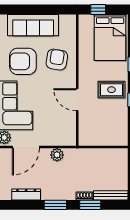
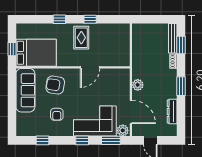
sofa: (33, 25) -> (25, 90), moved
bed: (110, 38) -> (36, 53), moved
armchair: (23, 61) -> (57, 114), width x0.53, depth x0.53
window: (90, 205) -> (181, 45), moved

